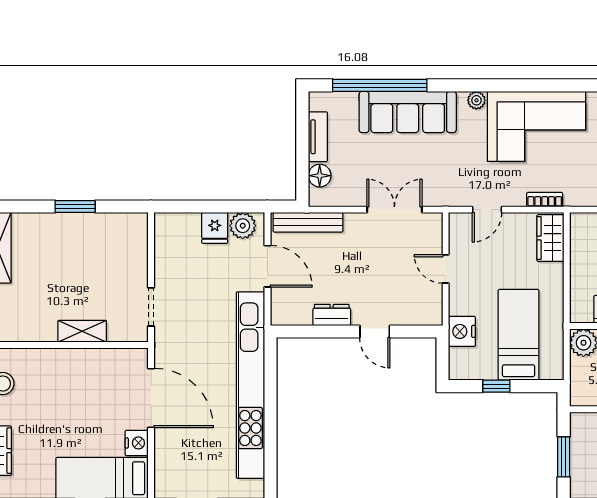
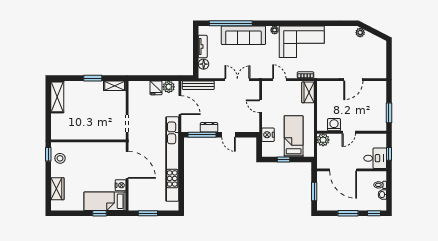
door: (487, 210) -> (279, 80), swing flipped
shelving: (82, 331) -> (115, 86), moved
window: (316, 332) -> (202, 135), added

